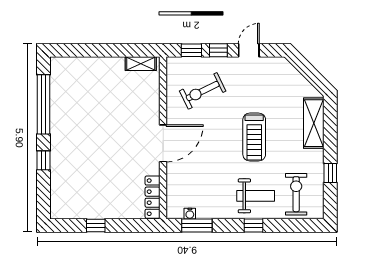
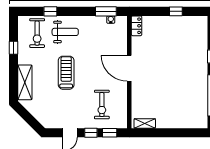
exercise bike: (203, 91) -> (102, 105), turned 116
door: (163, 143) -> (129, 68), hinge flipped
weight bench: (256, 196) -> (65, 32), turned 180
locker: (153, 197) -> (137, 26), width x0.66
window: (254, 226) -> (50, 11), moved

